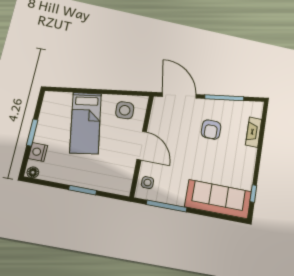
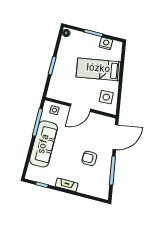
fireplace: (254, 132) -> (67, 185), moved
nightstand: (38, 152) -> (106, 43), moved
sofa: (218, 199) -> (44, 144), moved

